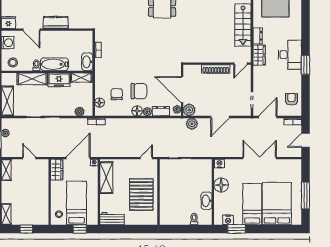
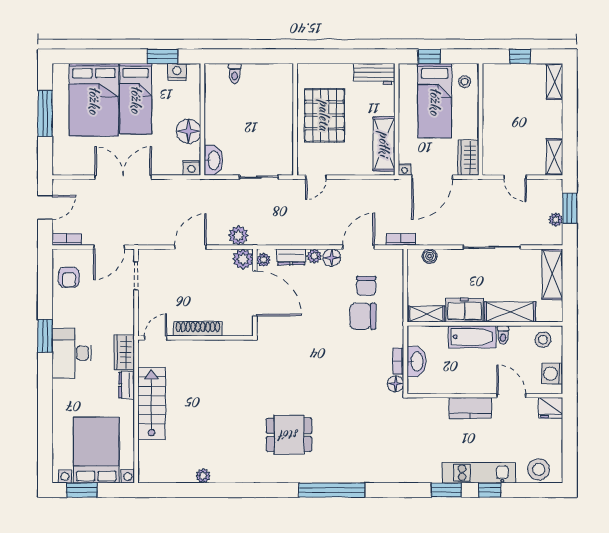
washbasin: (87, 62) -> (416, 362), moved
chair: (139, 91) -> (363, 316), moved
floor lamp: (100, 103) -> (396, 384), moved
door: (121, 117) -> (359, 247), added
double door: (260, 158) -> (123, 177), swing flipped
washbasin: (207, 201) -> (213, 160), moved

